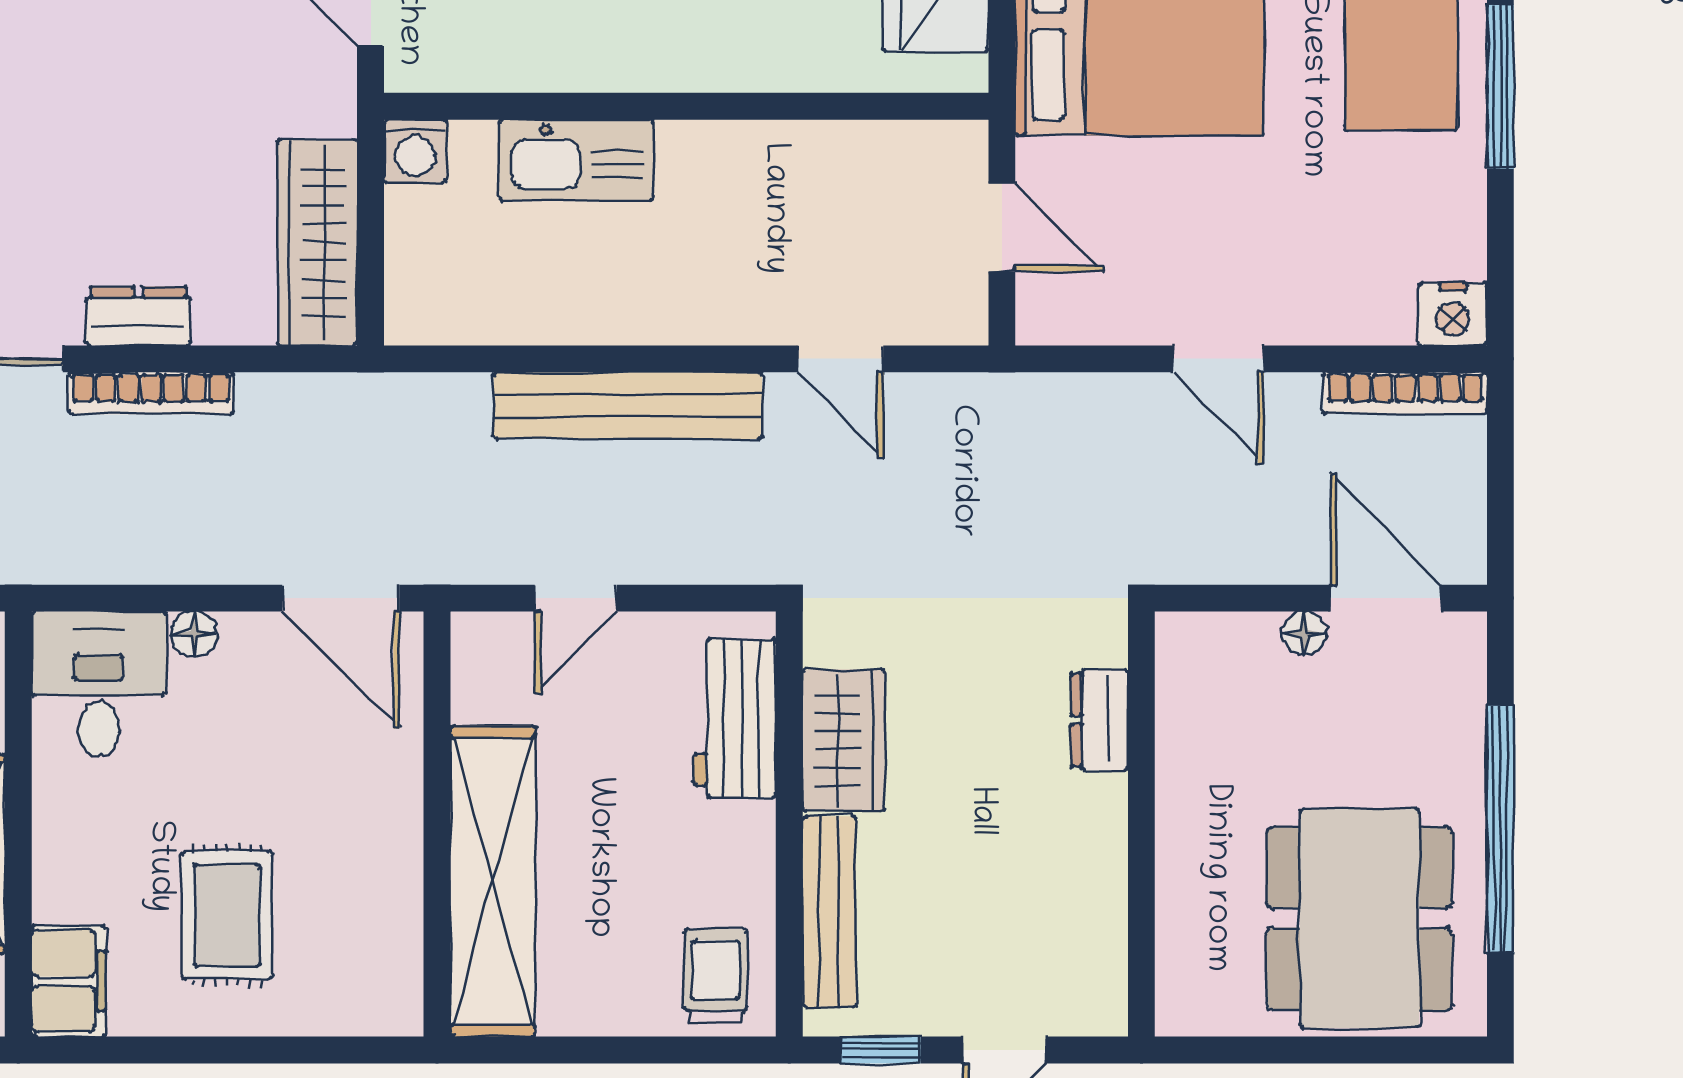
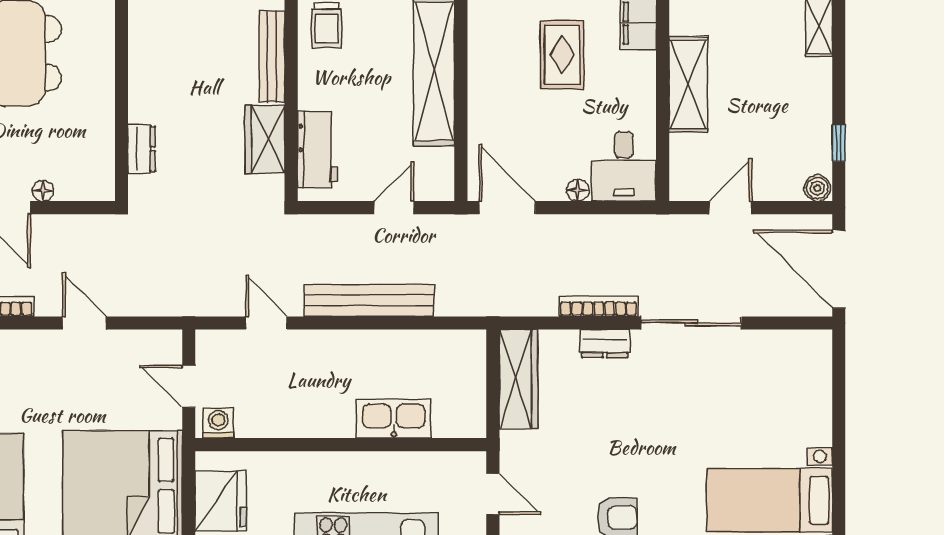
washing machine: (415, 151) -> (218, 423), moved

